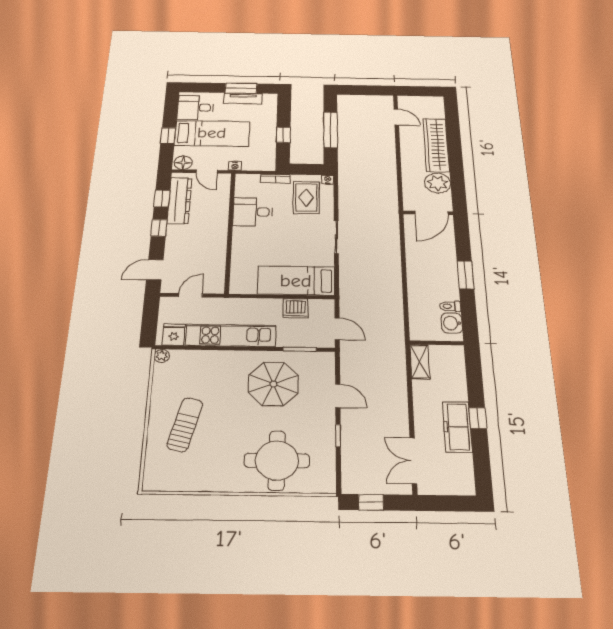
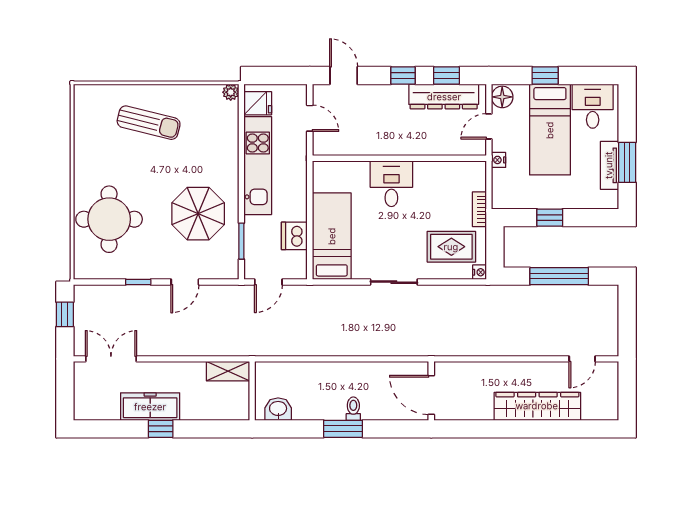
plant: (438, 183) -> (477, 405), removed
desk: (253, 212) -> (391, 184), moved
toilet: (450, 306) -> (353, 409), moved

